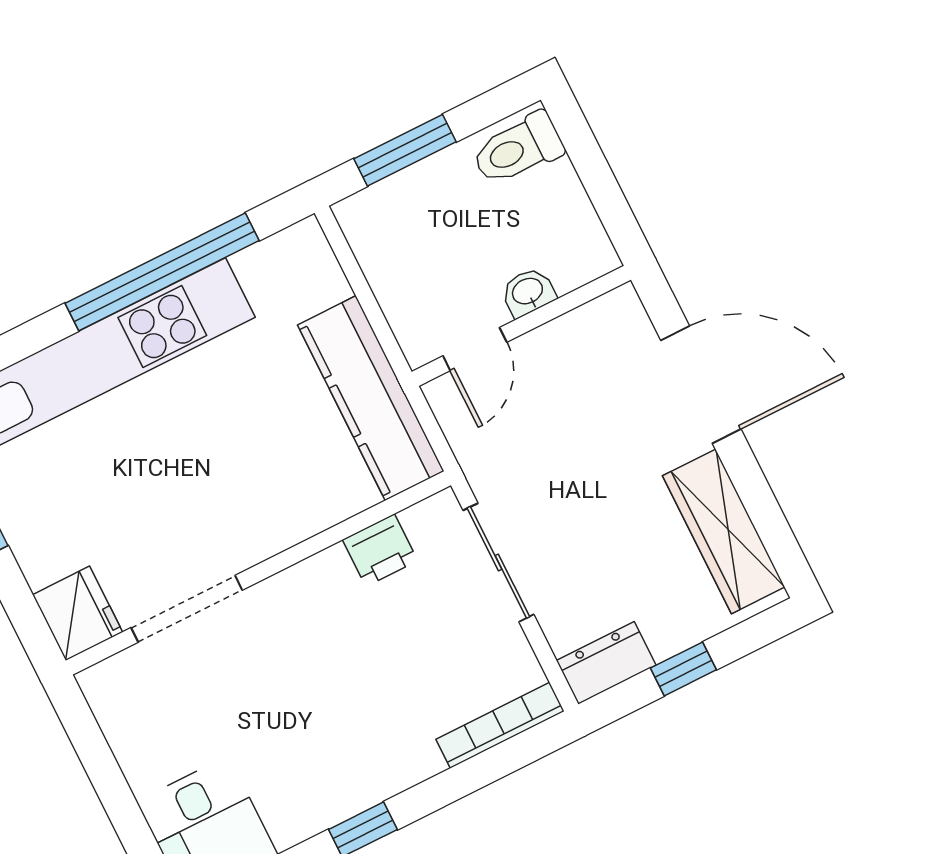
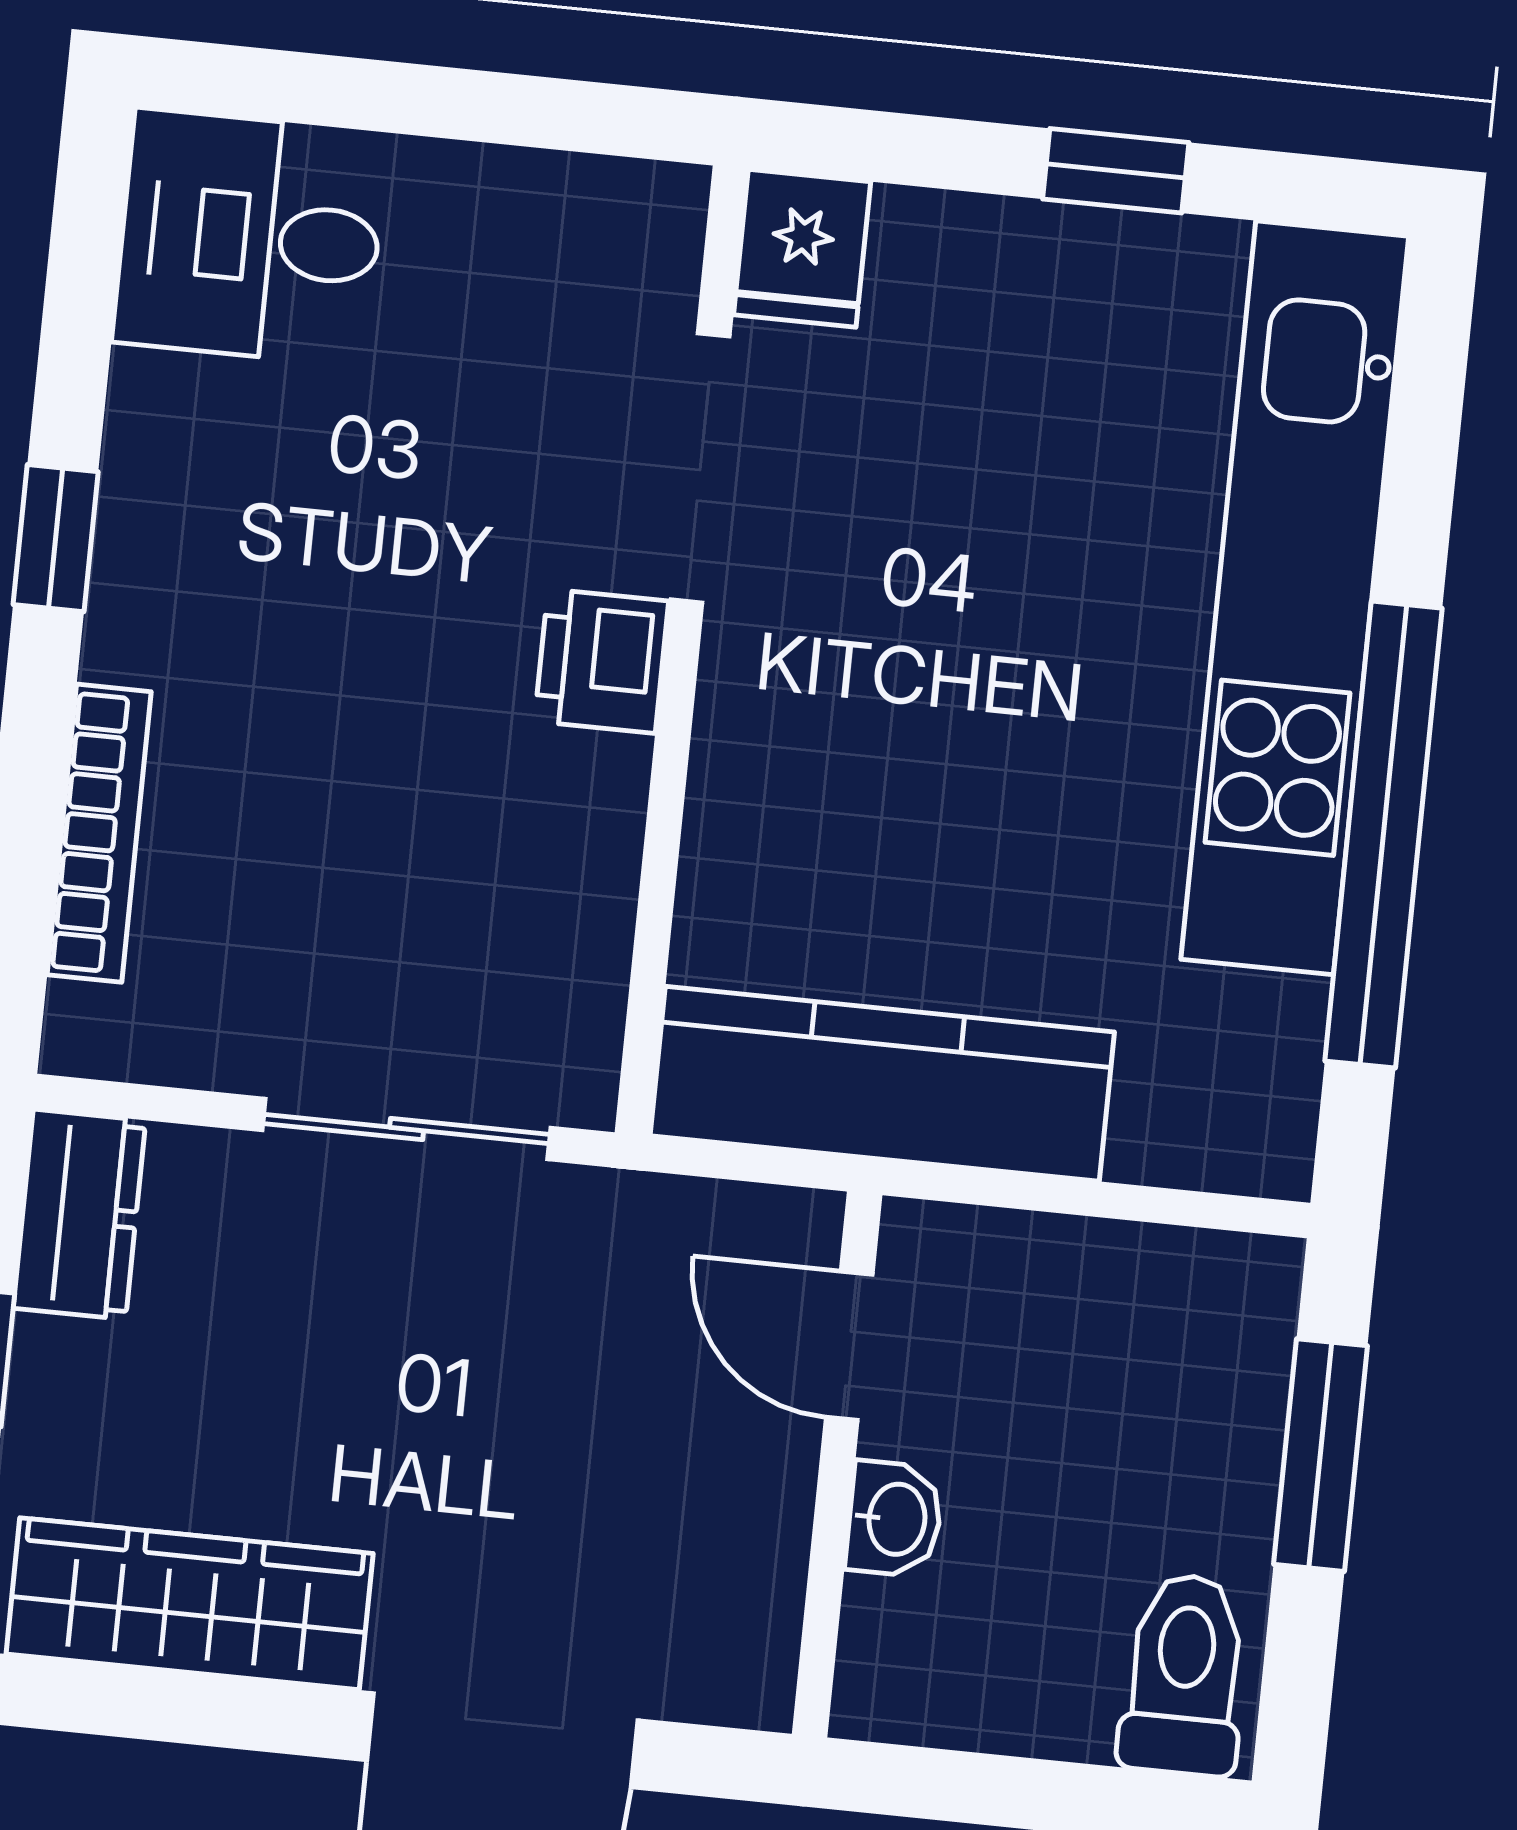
printer: (380, 550) -> (602, 661), moved
fridge: (78, 613) -> (802, 248), width x0.72
bookcase: (500, 725) -> (99, 833), moved

